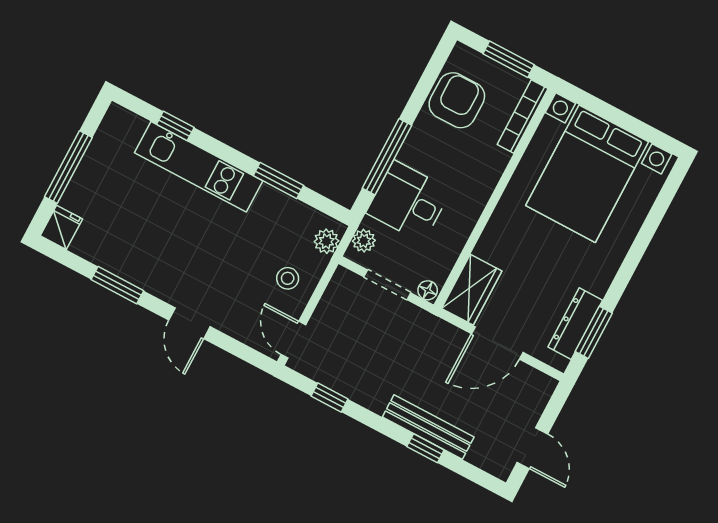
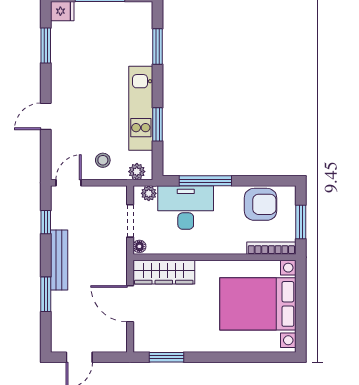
window: (175, 126) -> (158, 47), width x1.50
kitchen unit: (199, 167) -> (141, 108), moved
desk: (409, 202) -> (186, 208), width x1.37
window: (117, 285) -> (46, 45), moved
wardrobe: (472, 290) -> (164, 272), width x1.50
dresser: (575, 324) -> (166, 344), removed
bench: (428, 427) -> (59, 260), moved
window: (425, 448) -> (46, 294), width x1.50

